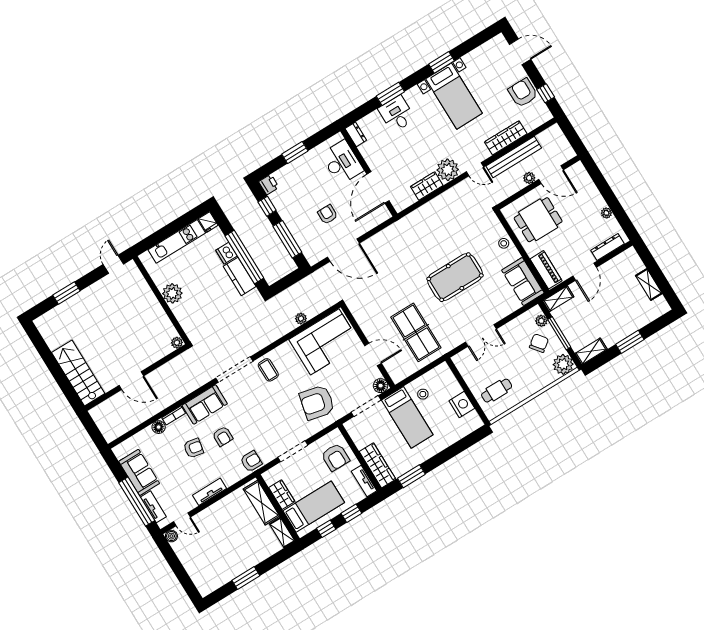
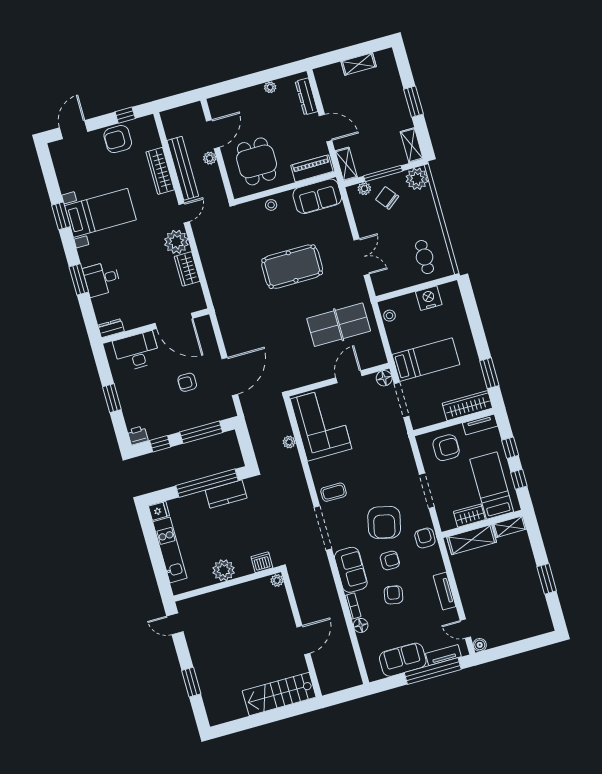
dishwasher: (226, 253) -> (262, 562), moved, turned 180
pool table: (455, 277) -> (292, 267), turned 90
stool: (423, 394) -> (390, 316), moved
armchair: (317, 403) -> (384, 523), moved
door: (182, 519) -> (465, 629), swing flipped

